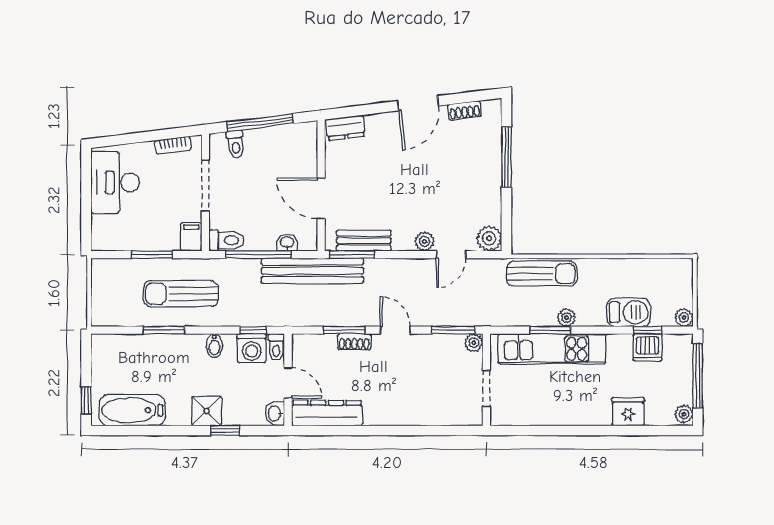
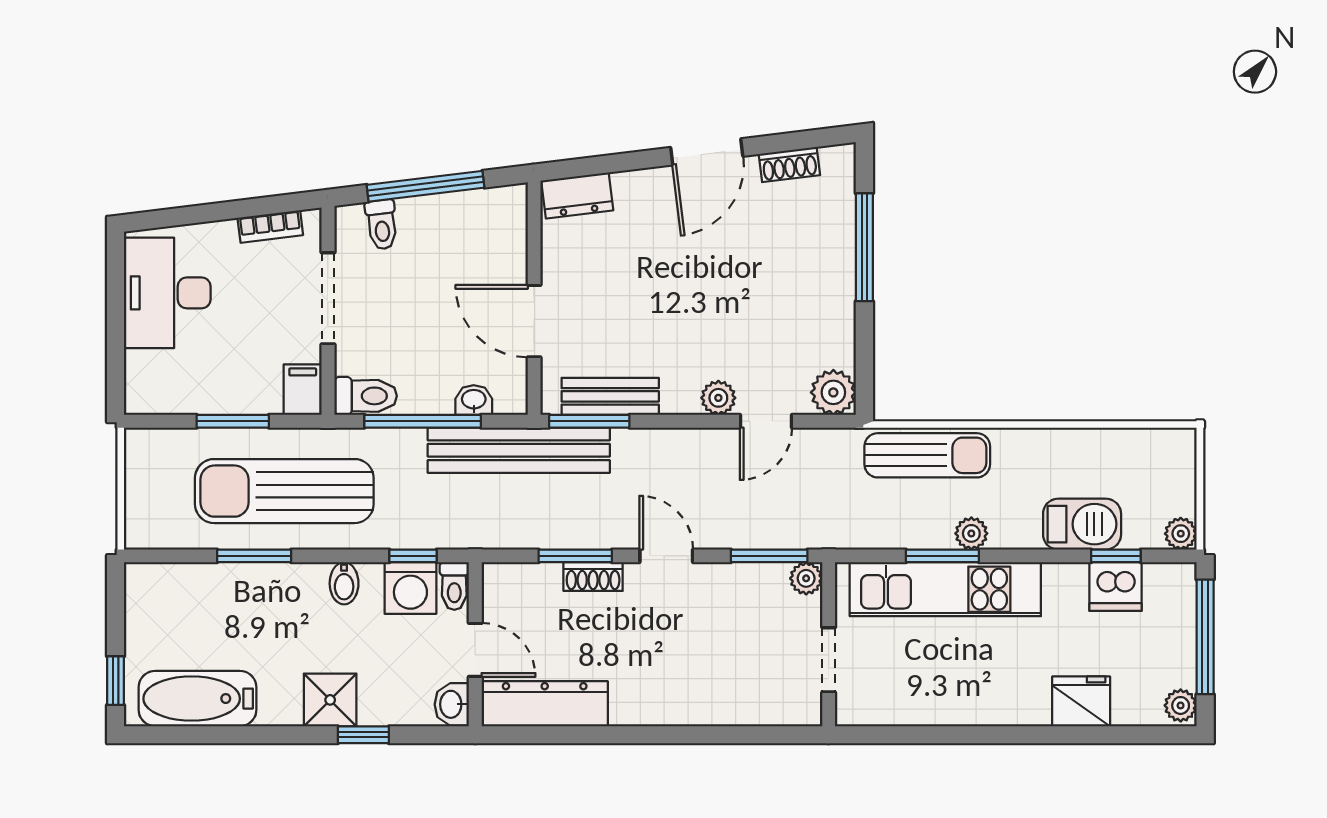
sun lounger: (181, 294) -> (284, 491), width x1.36, depth x1.34

